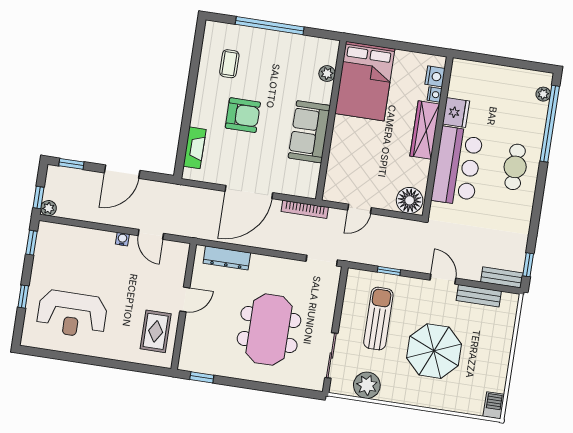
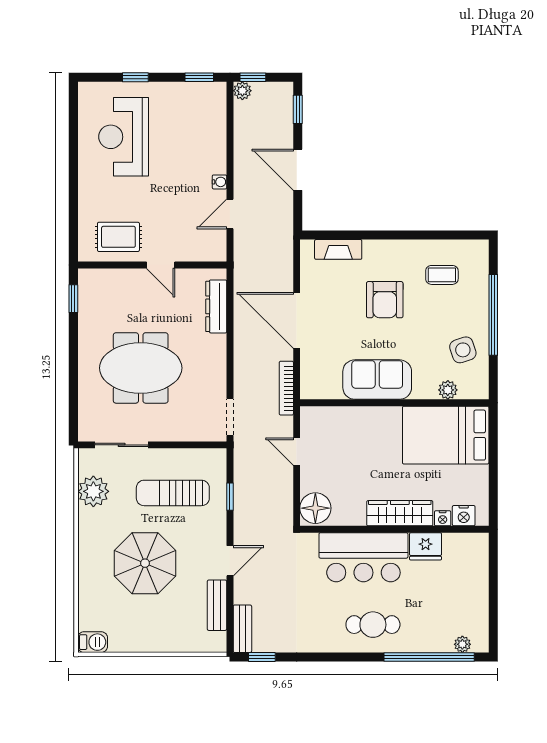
side table: (295, 56) -> (463, 350), added
sun lounger: (378, 319) -> (173, 493), turned 180

